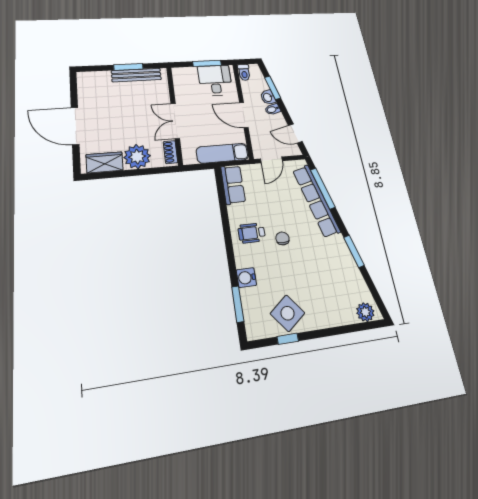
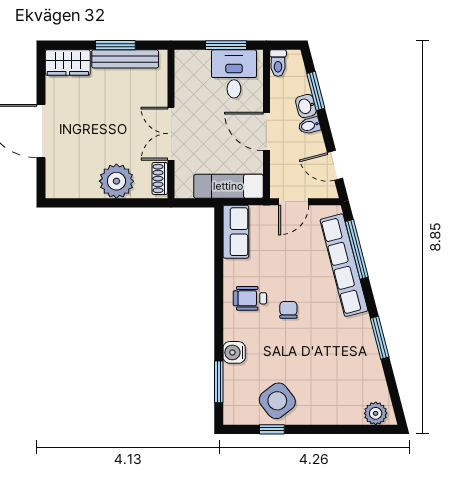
wardrobe: (105, 162) -> (68, 63), moved, turned 180

